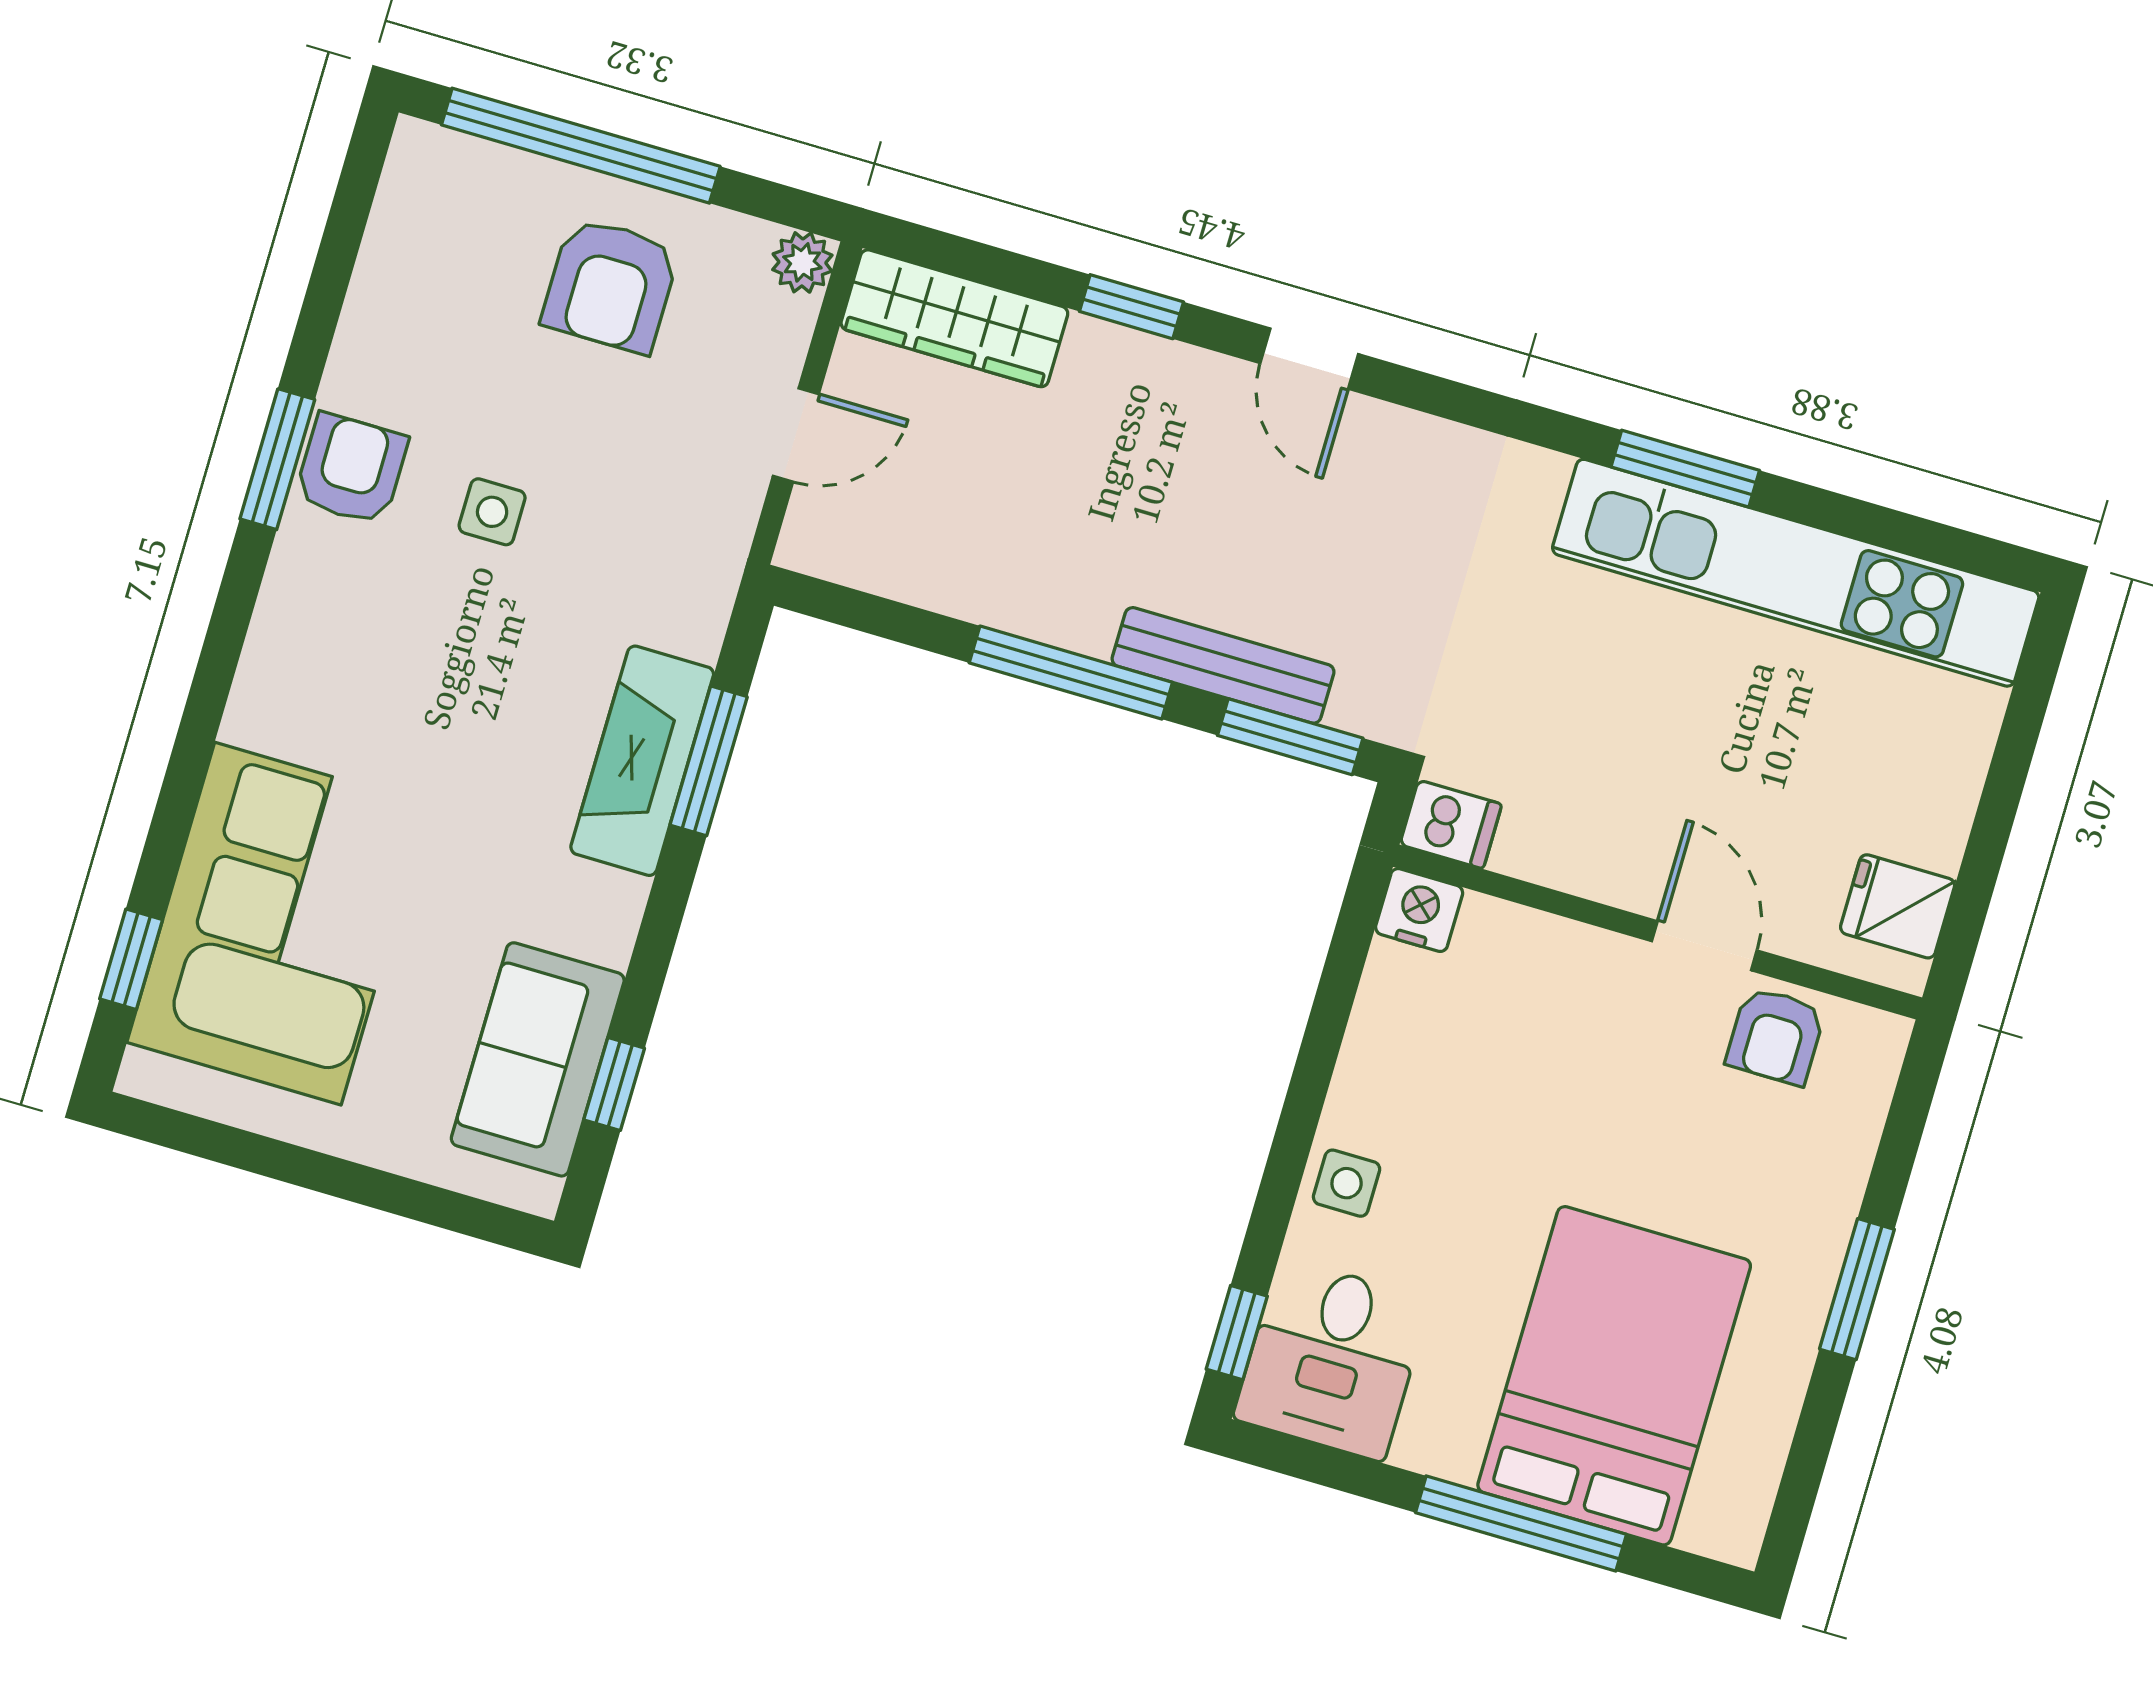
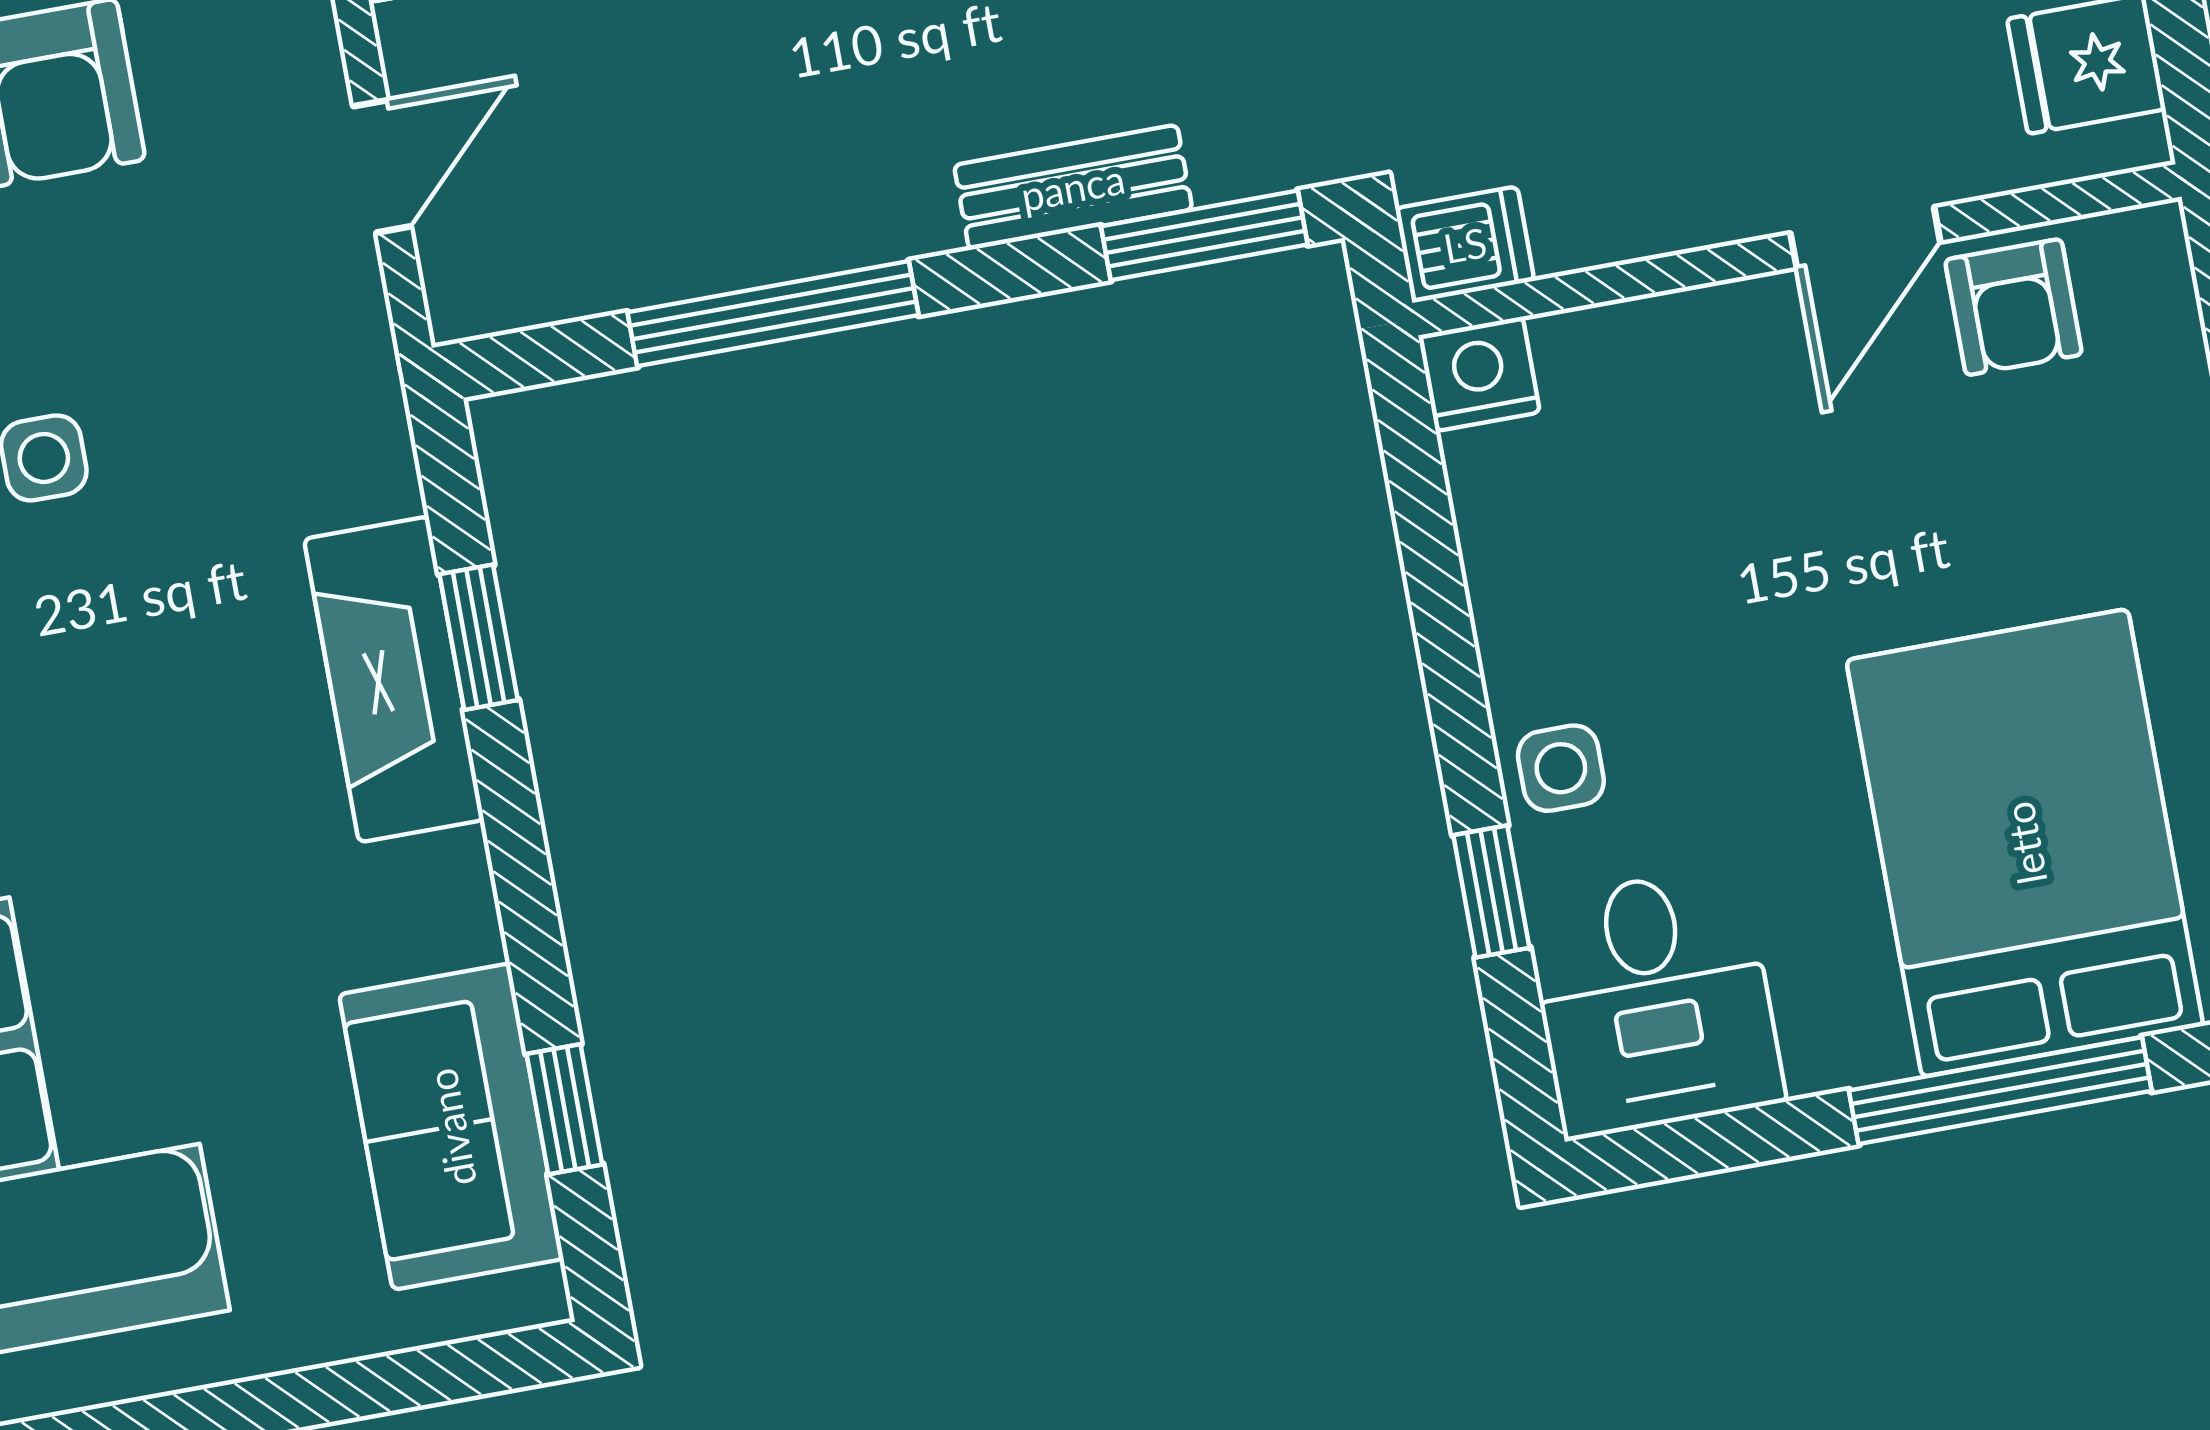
bench: (1223, 665) -> (1073, 187), width x0.73
window: (1071, 673) -> (773, 314), moved
window: (709, 761) -> (479, 637), width x0.67
door: (1704, 946) -> (1865, 237), swing flipped
window: (1237, 1333) -> (1491, 891), moved

